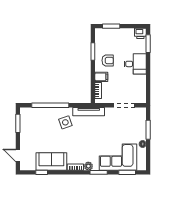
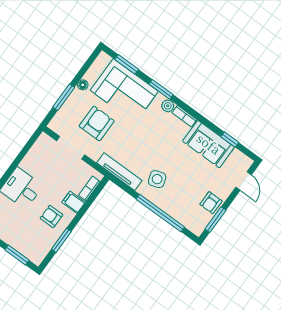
armchair: (120, 129) -> (97, 123), added
armchair: (27, 131) -> (211, 203), added

